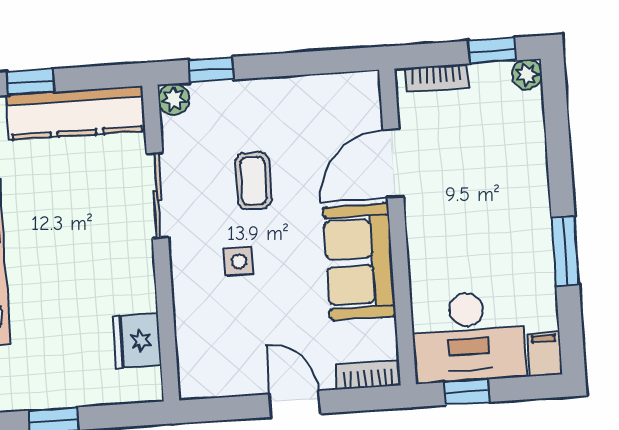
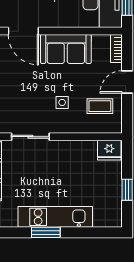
coffee table: (253, 181) -> (100, 106), moved
fridge: (137, 341) -> (109, 150), moved

